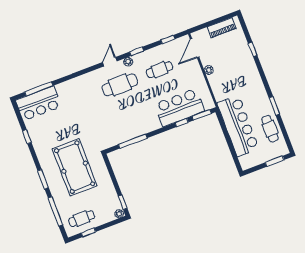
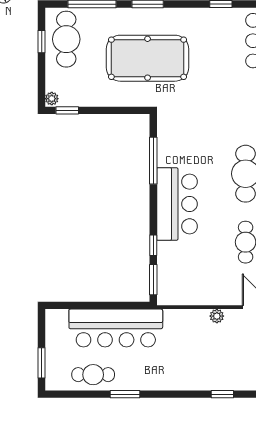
bar counter: (180, 108) -> (177, 204), moved
cafe table: (82, 219) -> (66, 39), width x1.37, depth x1.35

